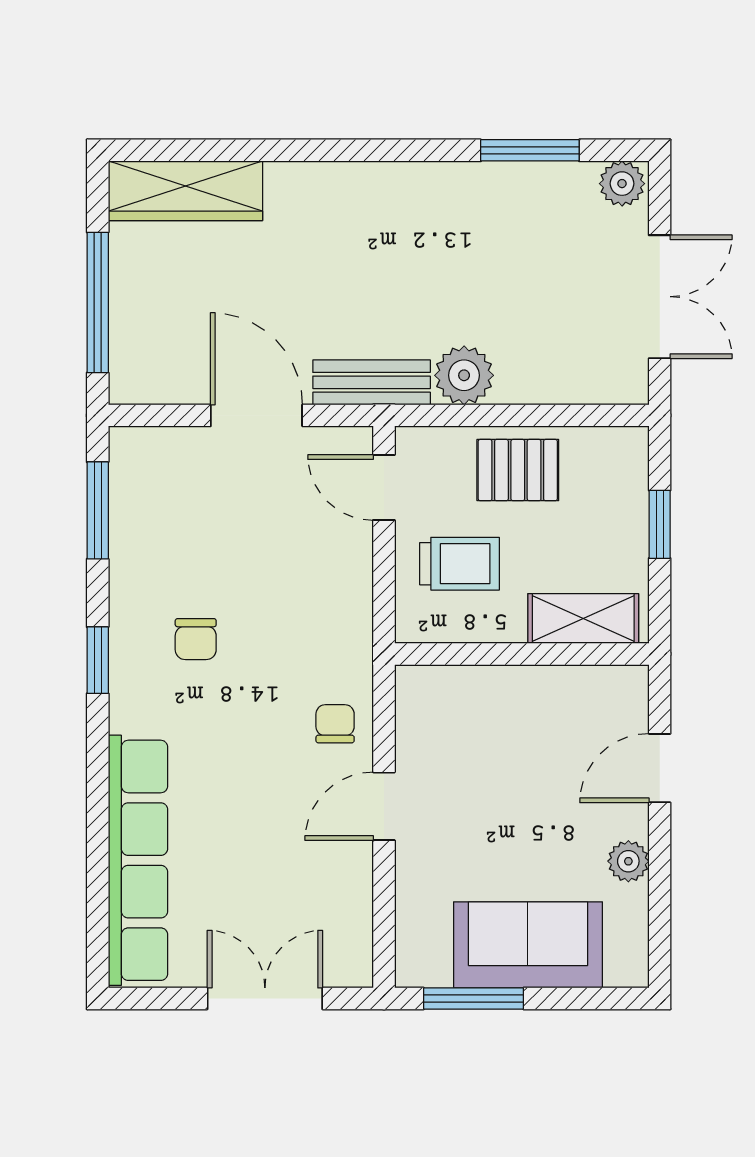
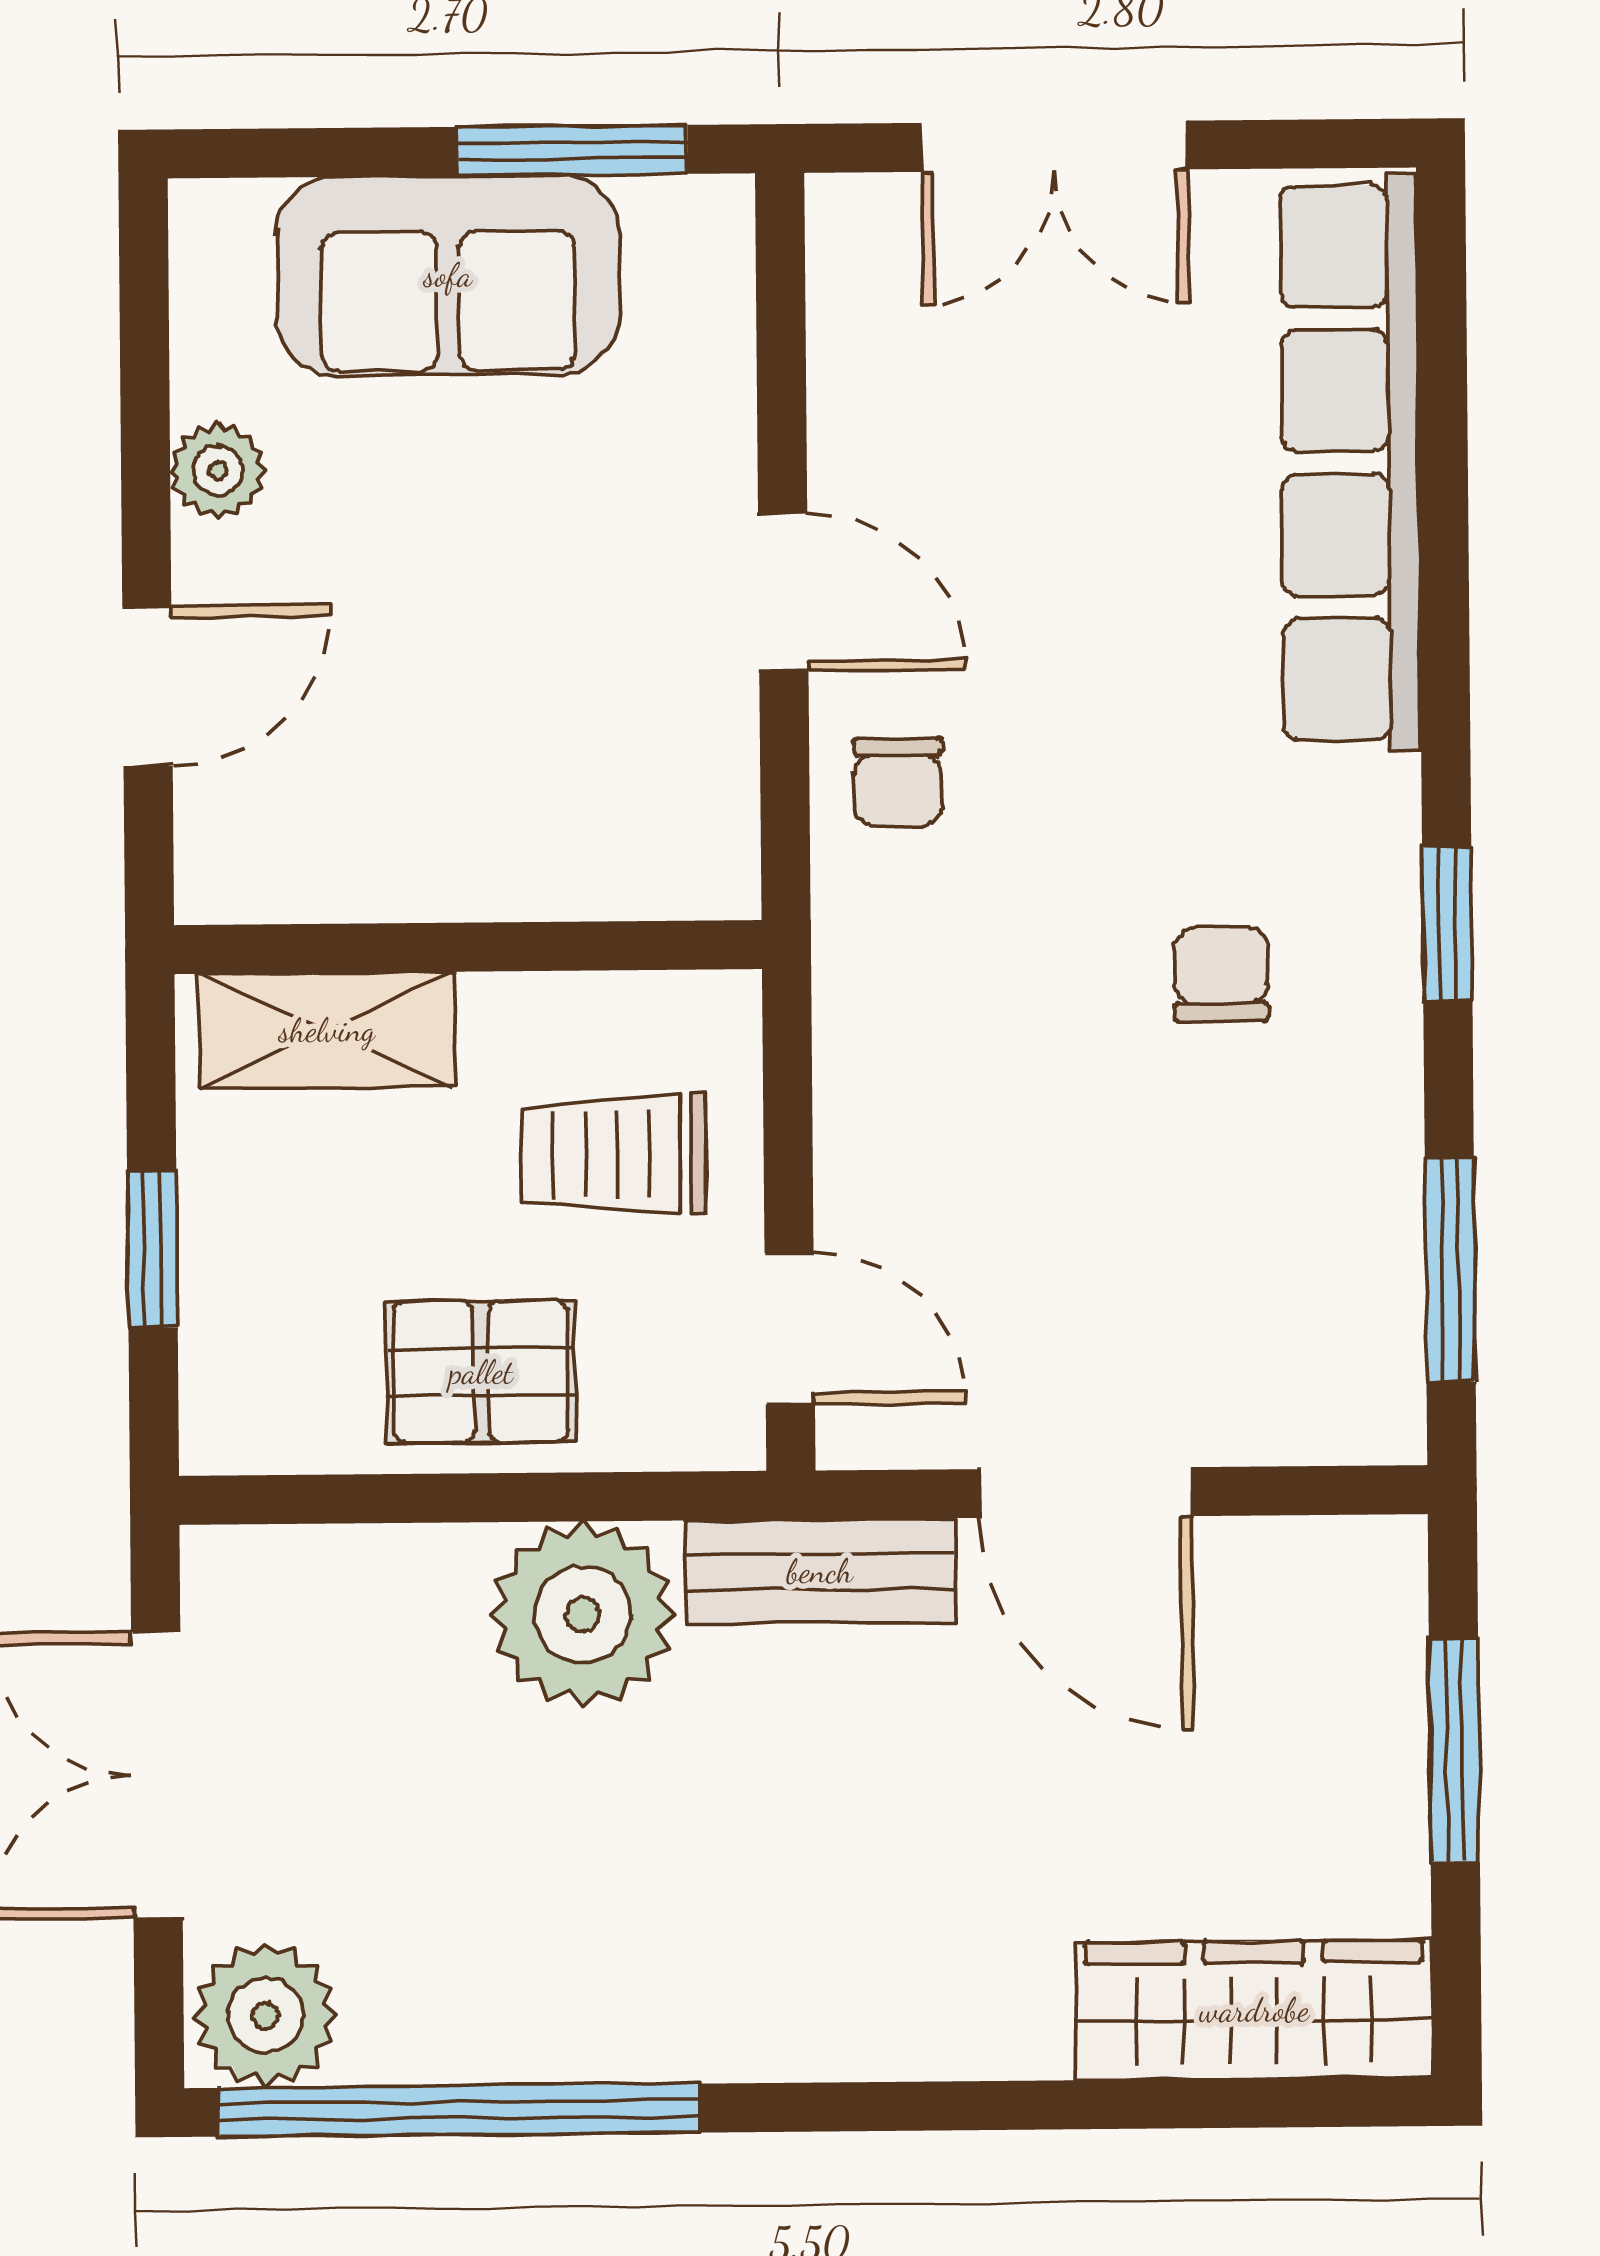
window: (530, 150) -> (459, 2110), width x2.11
plant: (622, 184) -> (266, 2015), width x1.38, depth x1.38
window: (98, 302) -> (1454, 1750), width x0.69
plant: (464, 375) -> (583, 1614), width x1.36, depth x1.36
door: (384, 806) -> (783, 592), hinge flipped

